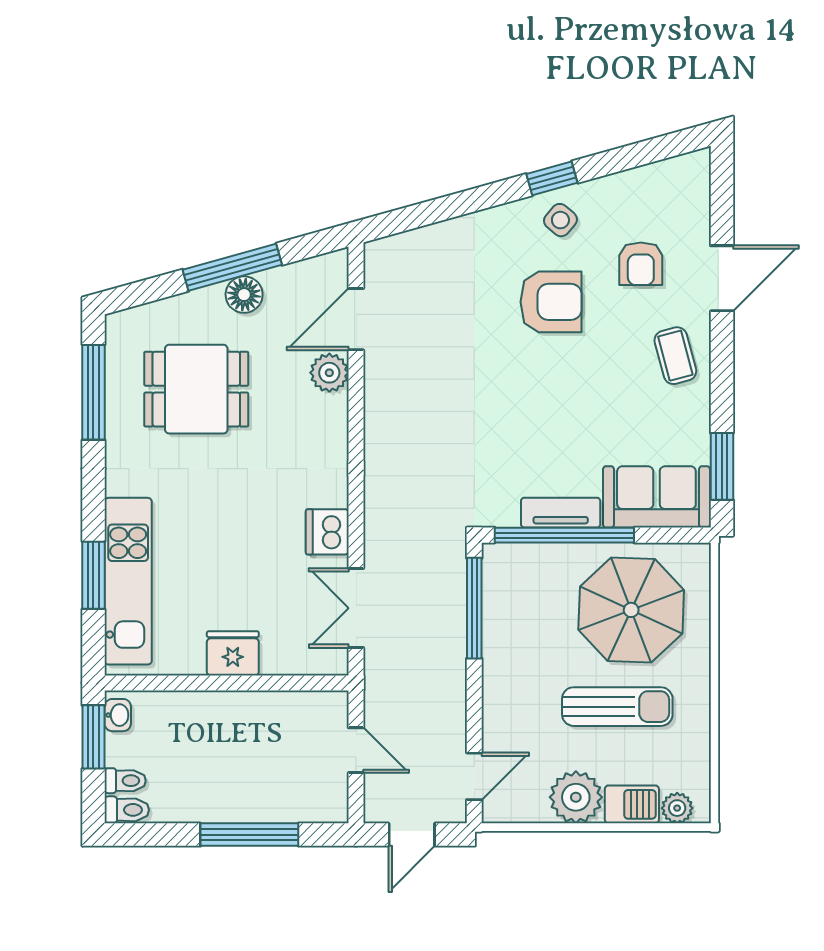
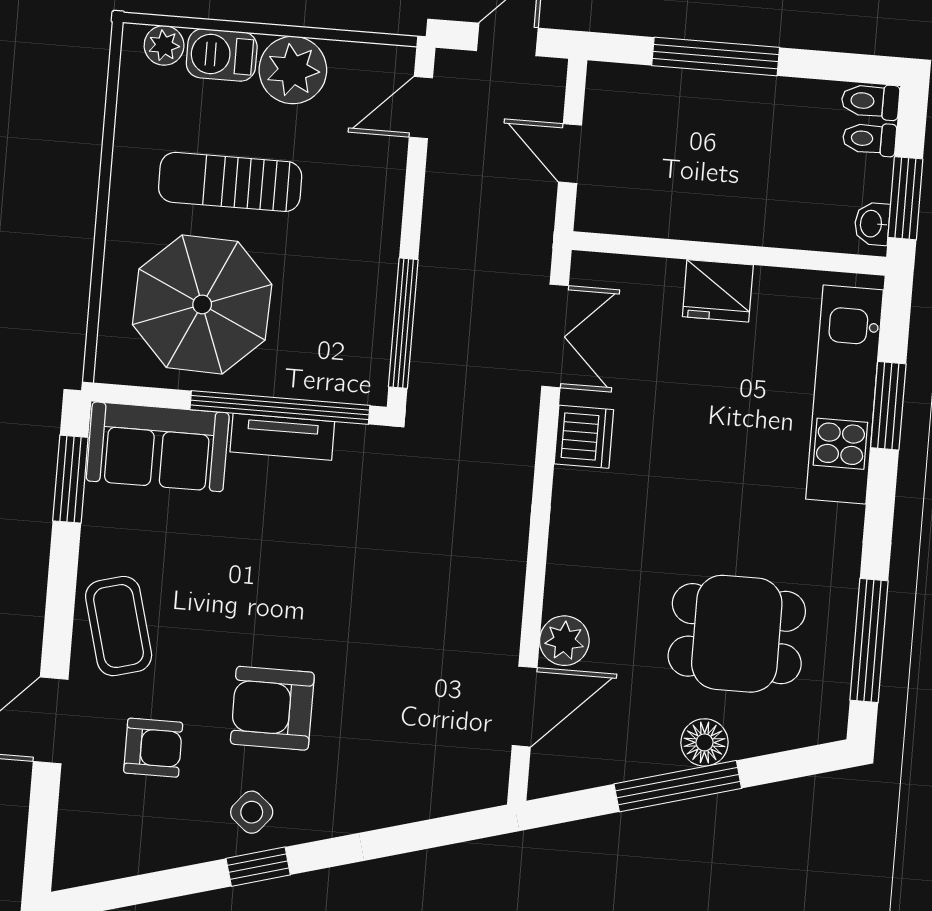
armchair: (641, 264) -> (153, 748), turned 90
floor lamp: (244, 295) -> (705, 742), moved
coffee table: (675, 356) -> (119, 626), width x1.36, depth x1.30

